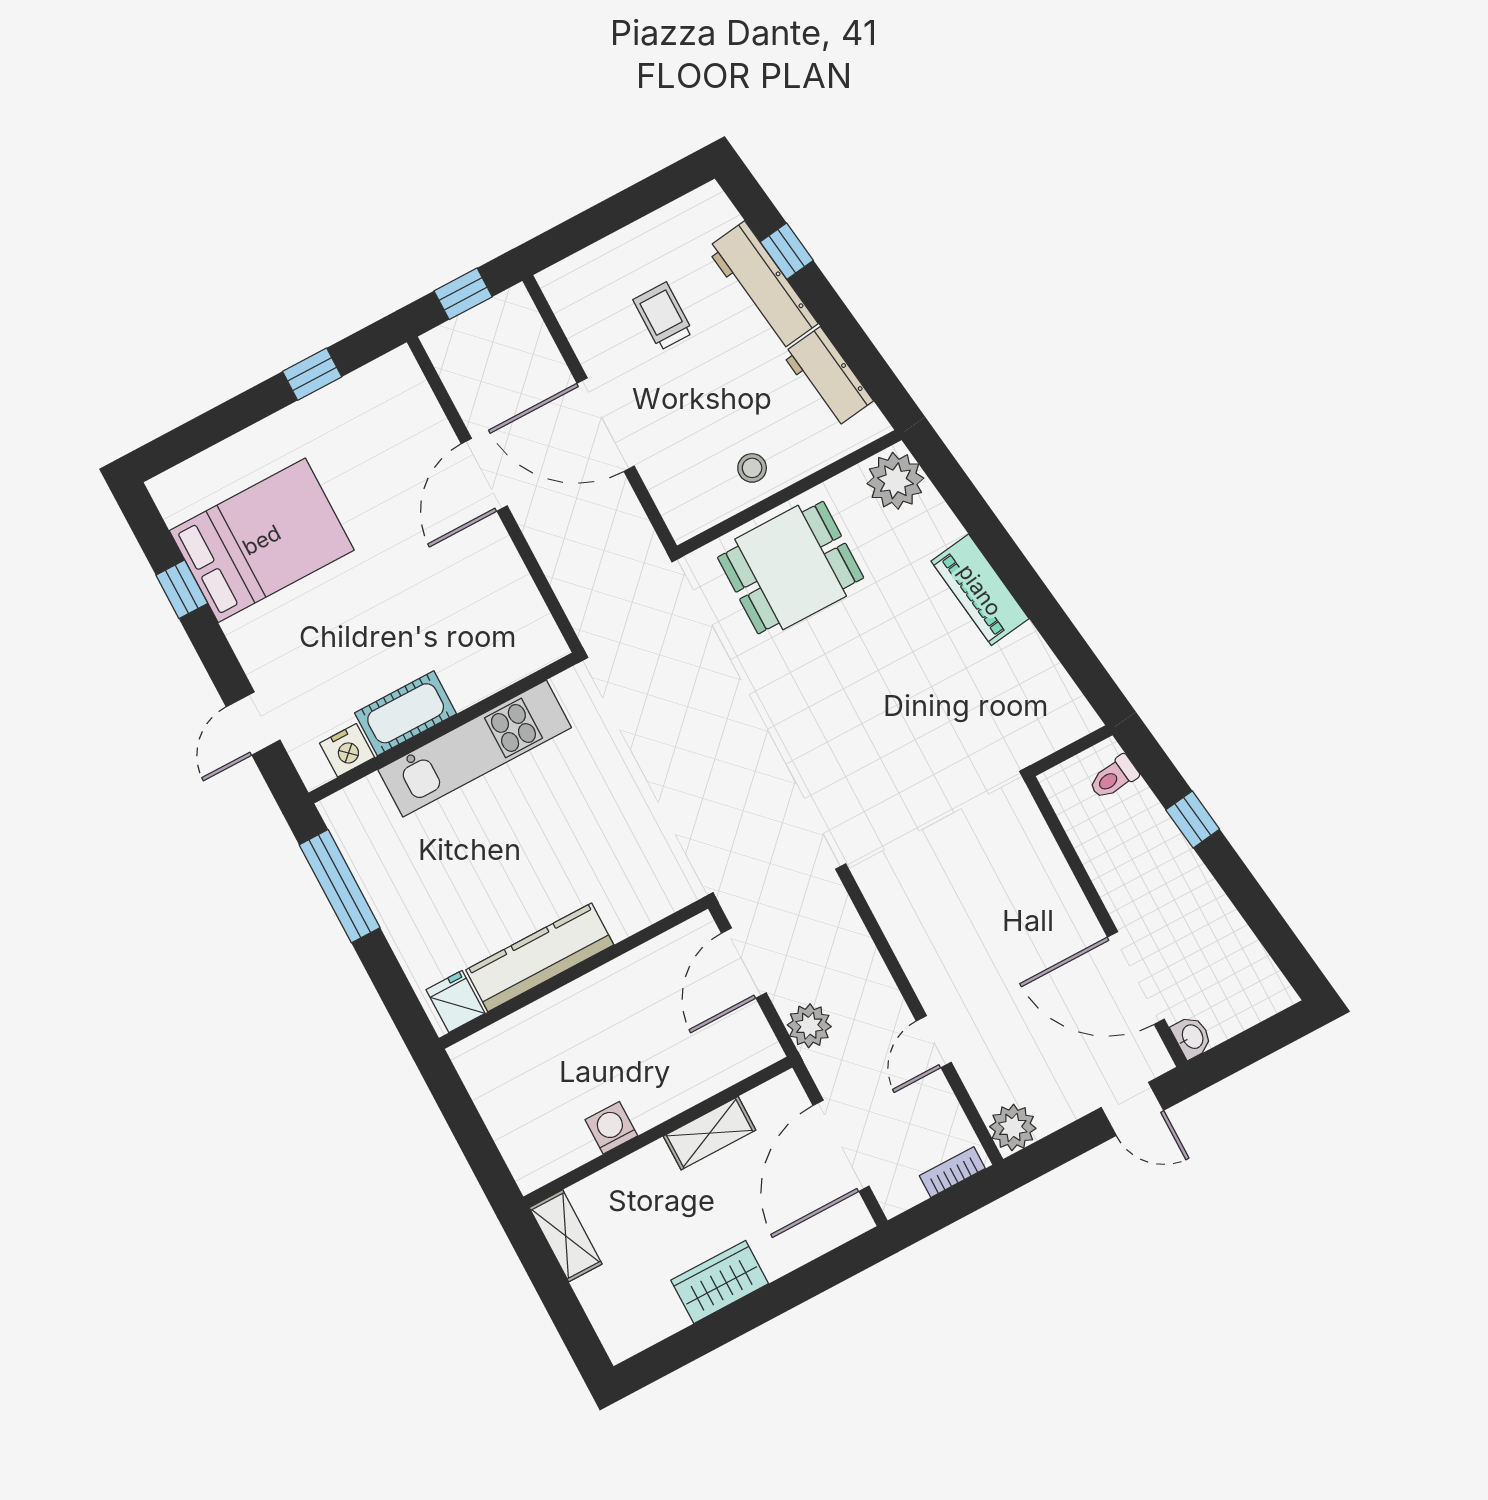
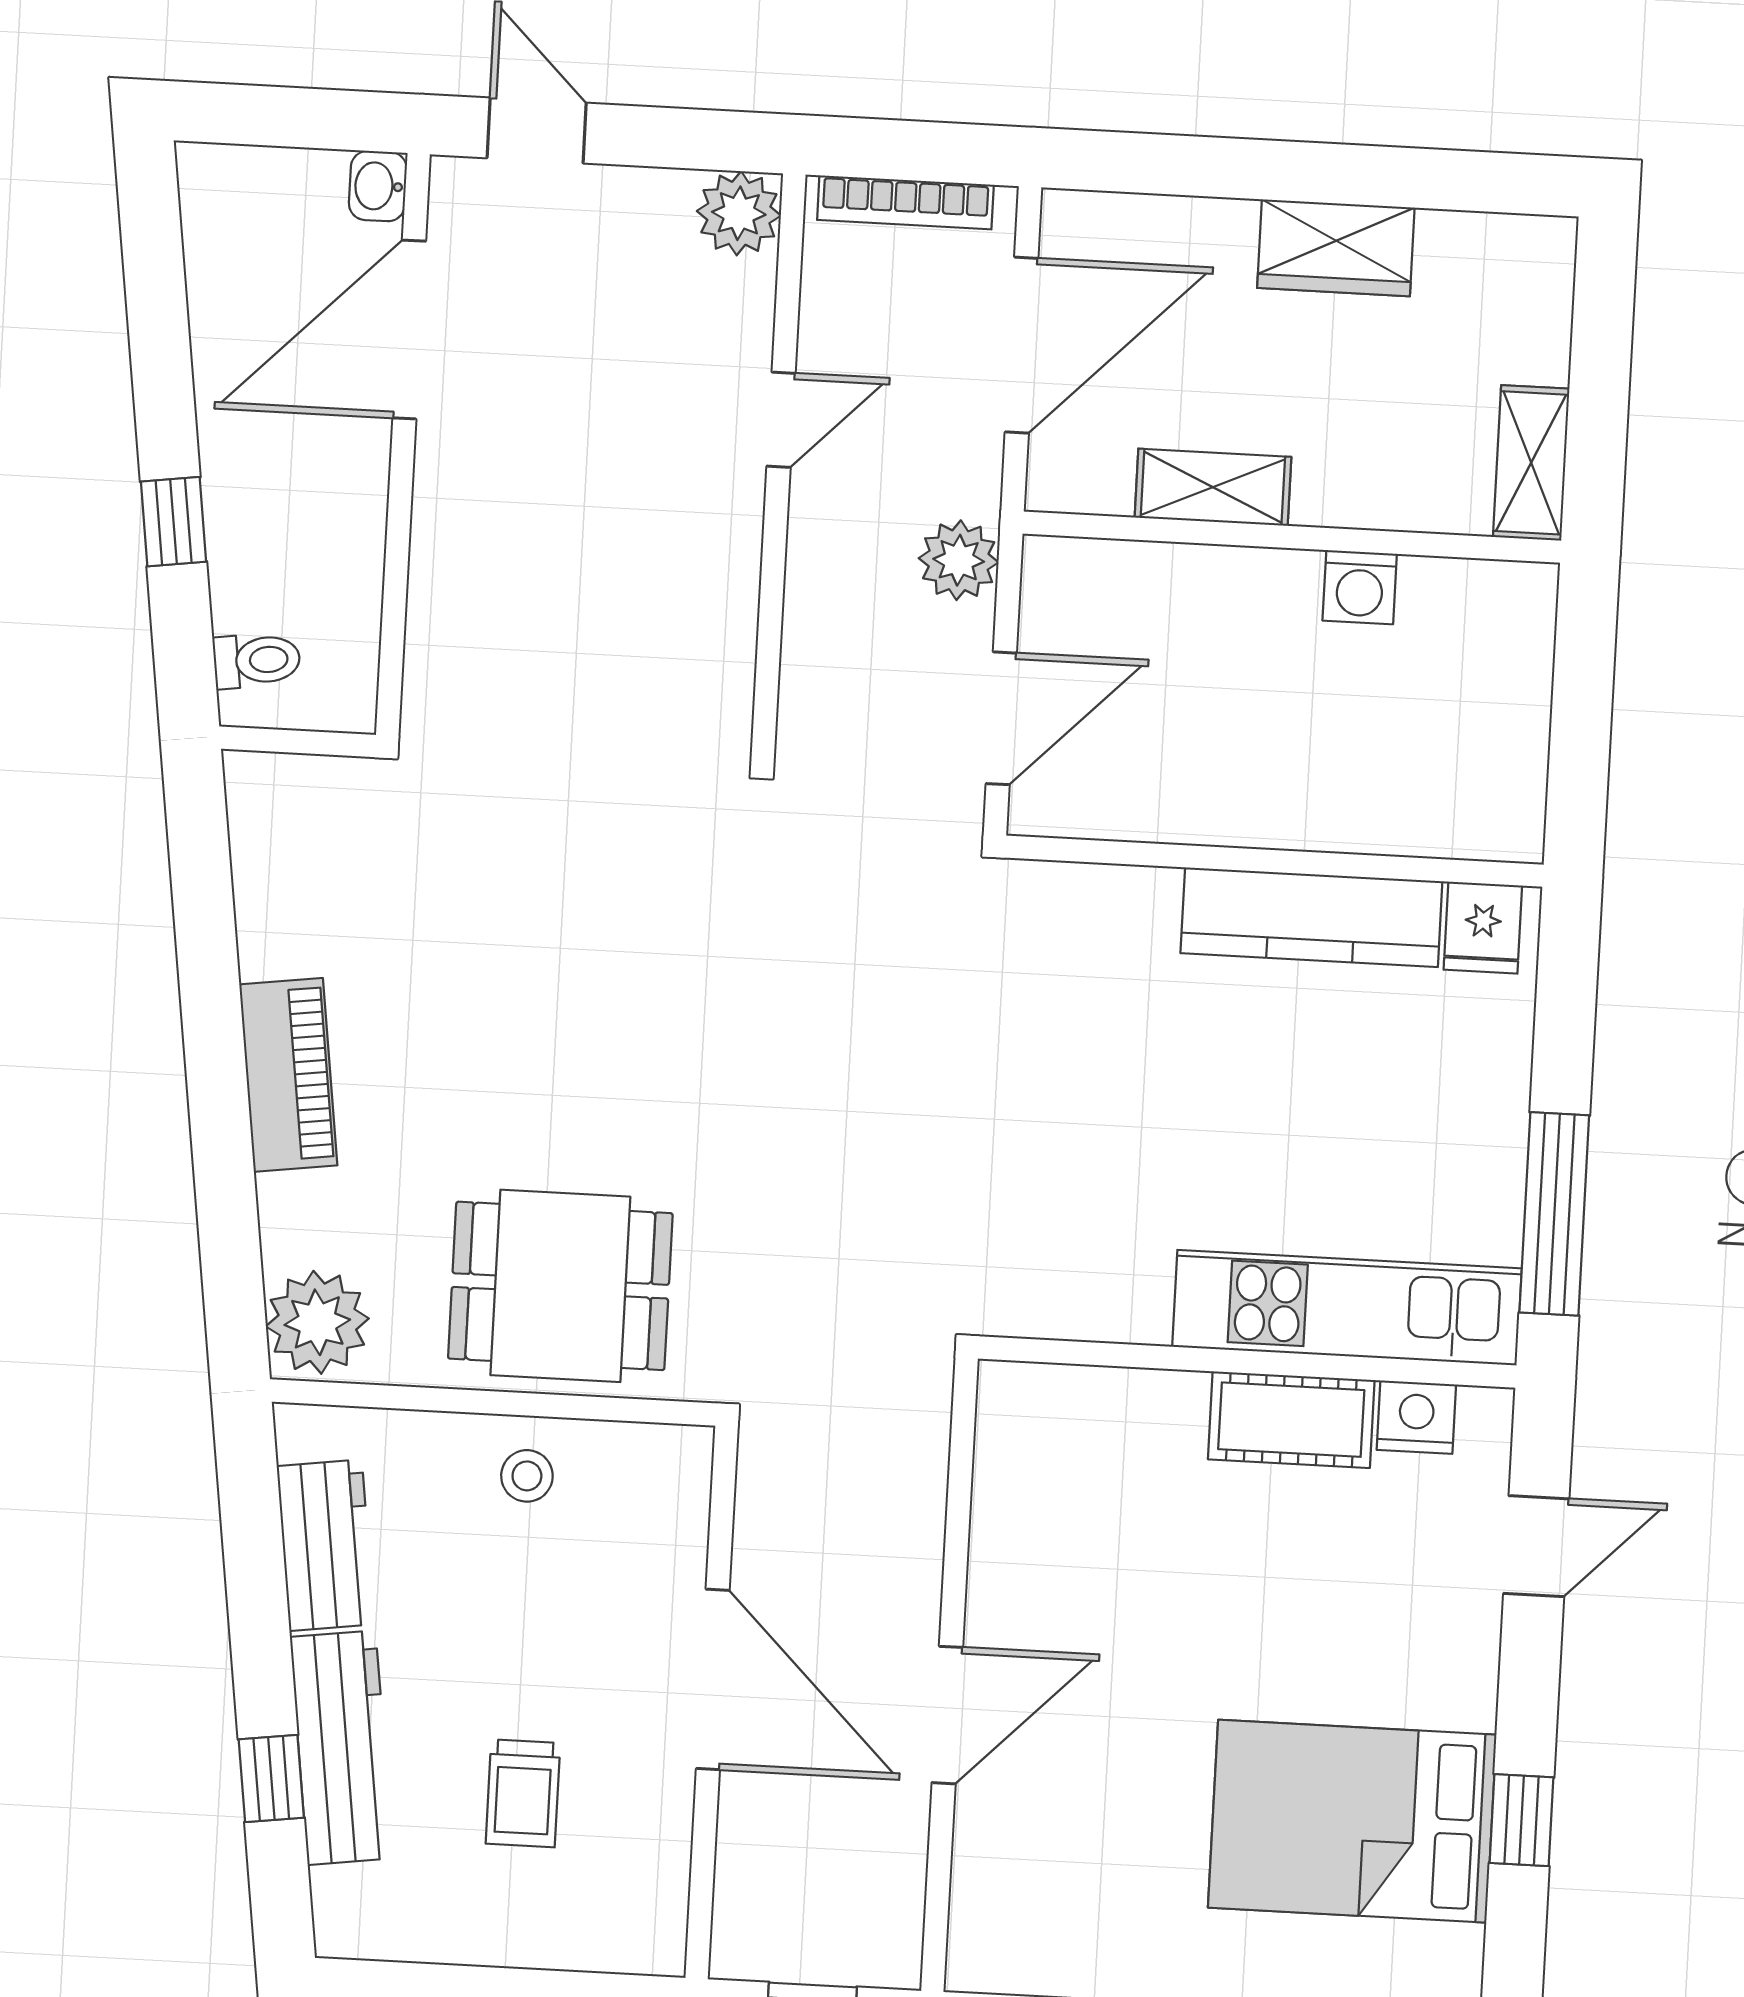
kitchen unit: (475, 749) -> (1347, 1308), moved
door: (1136, 978) -> (409, 330), swing flipped
bookcase: (952, 1172) -> (905, 202), width x1.56

